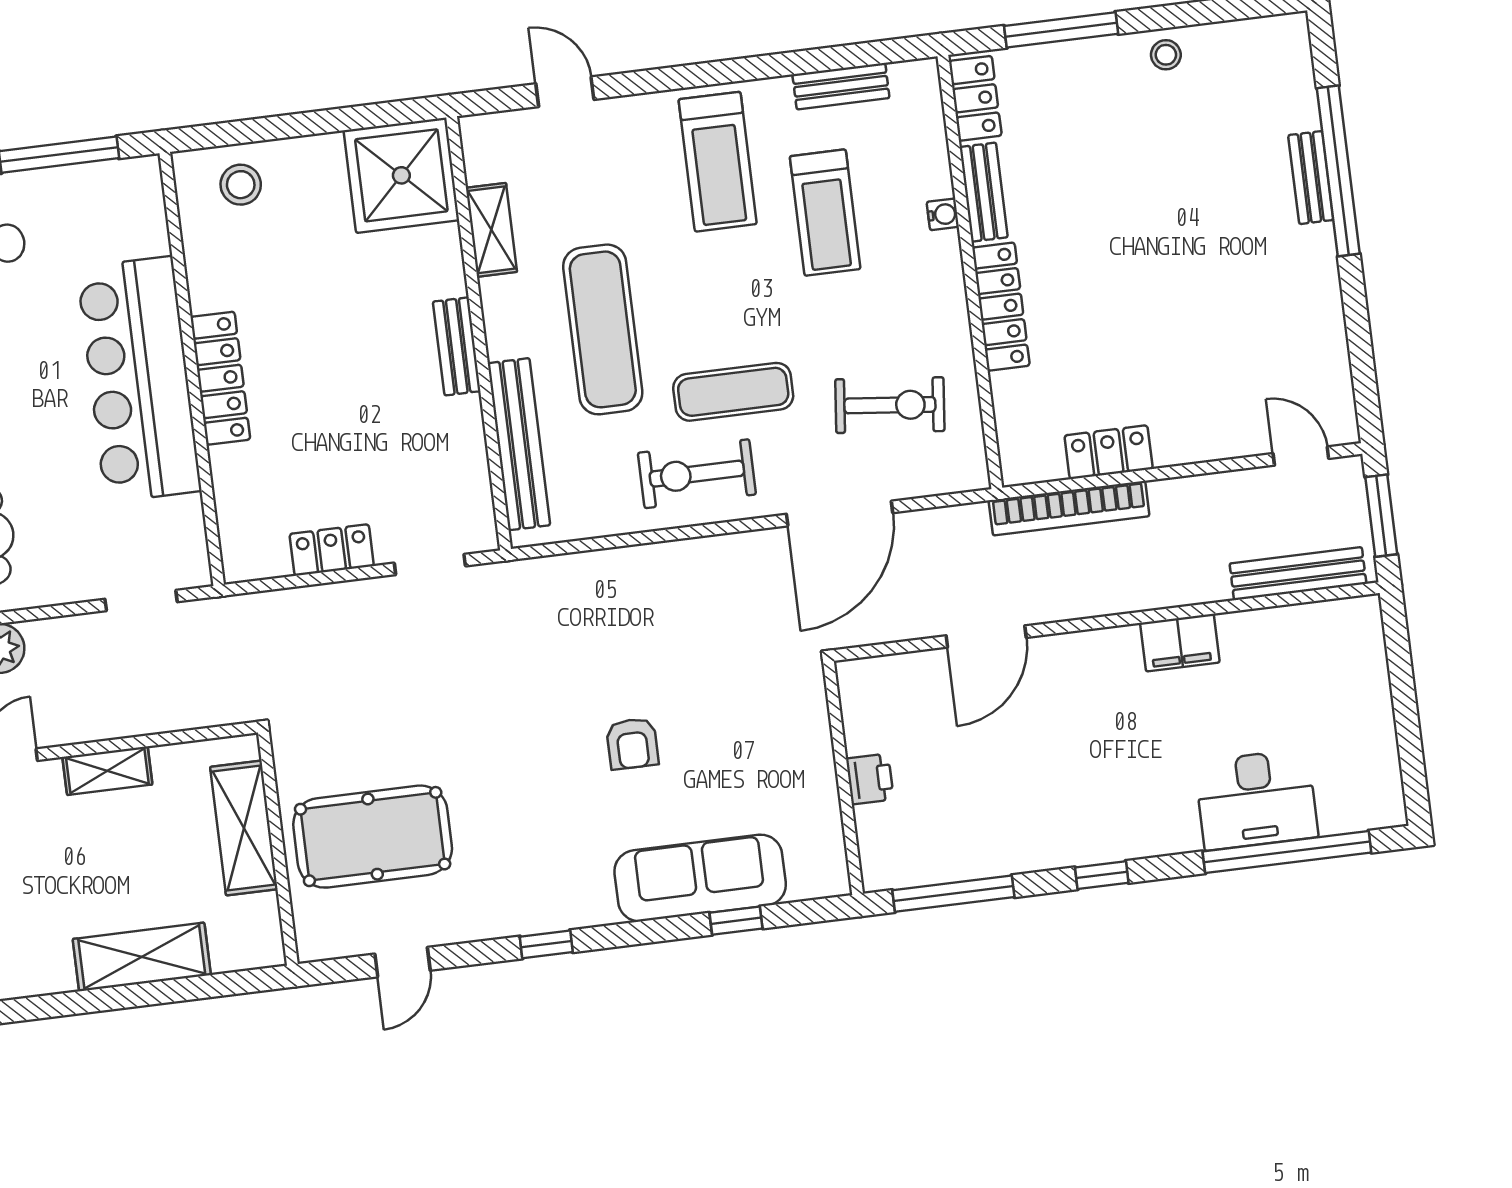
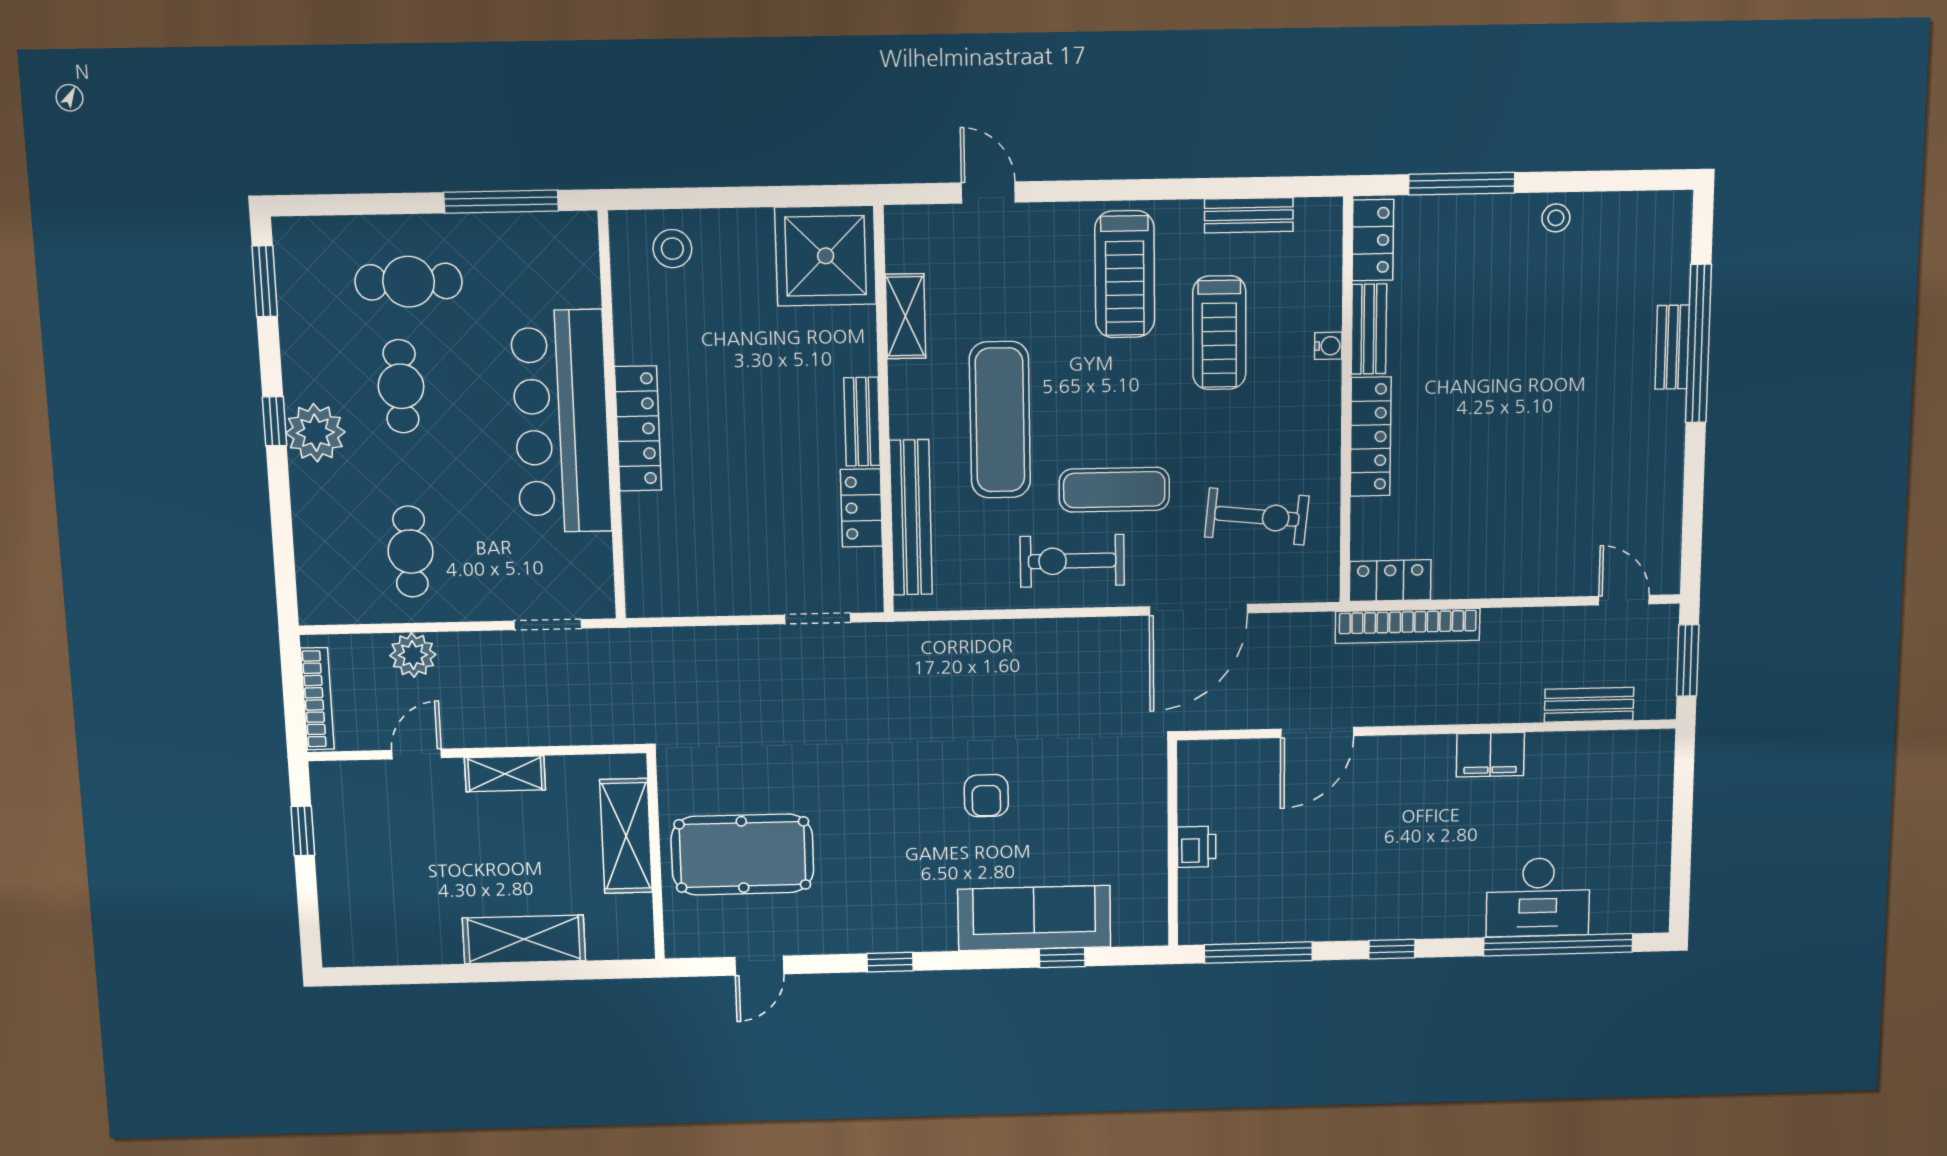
locker: (1109, 452) -> (1390, 581), moved
locker: (332, 550) -> (861, 508), moved, turned -90
bench: (1298, 574) -> (1589, 705), width x0.73

